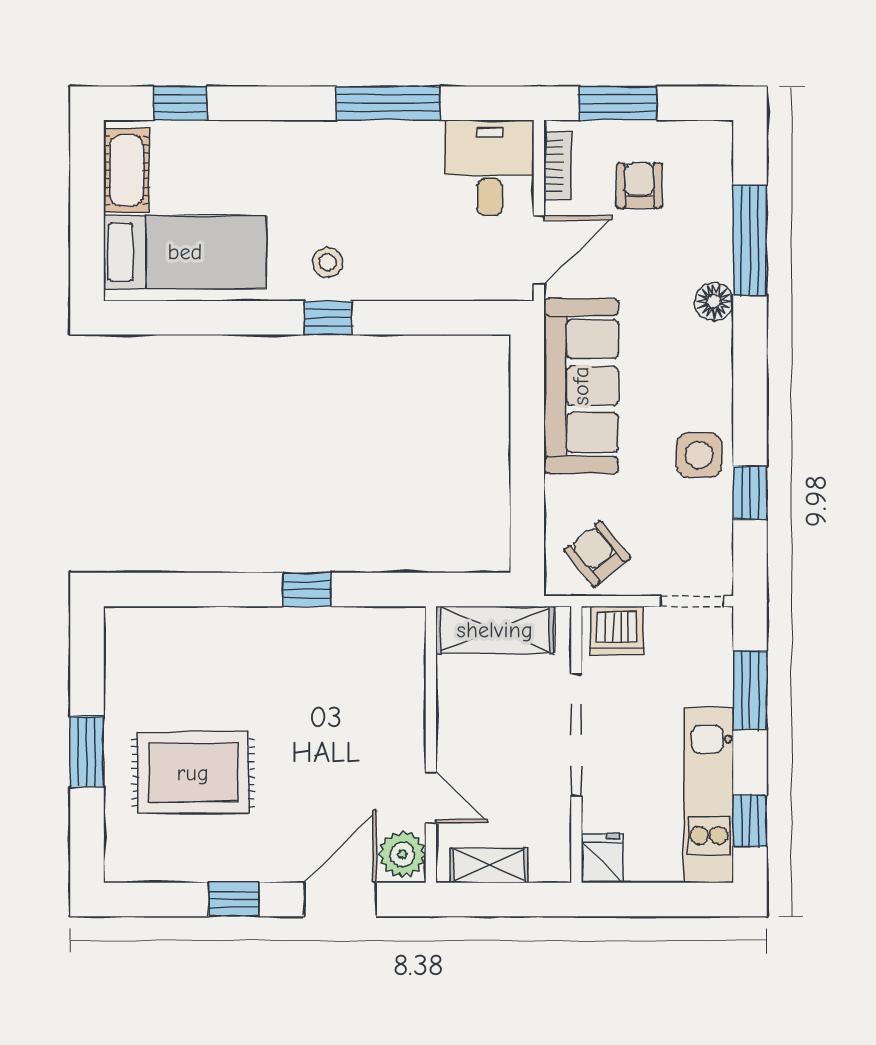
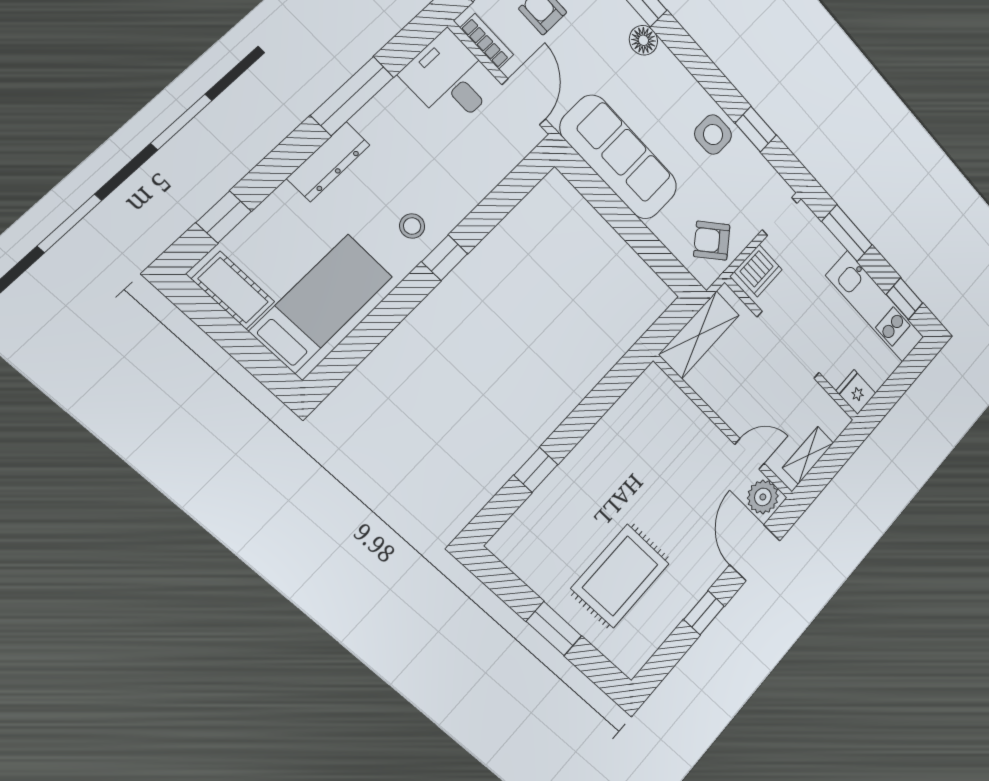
dresser: (312, 139) -> (328, 162), added
window: (307, 589) -> (536, 470), moved

